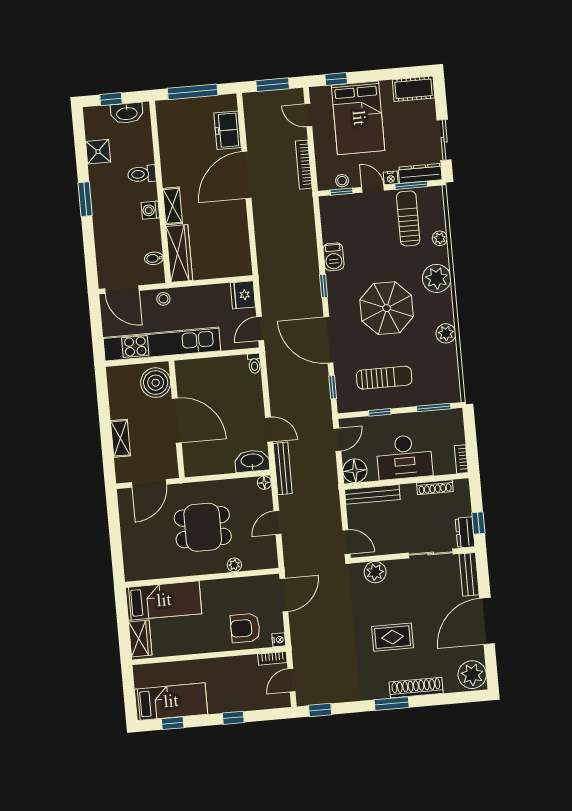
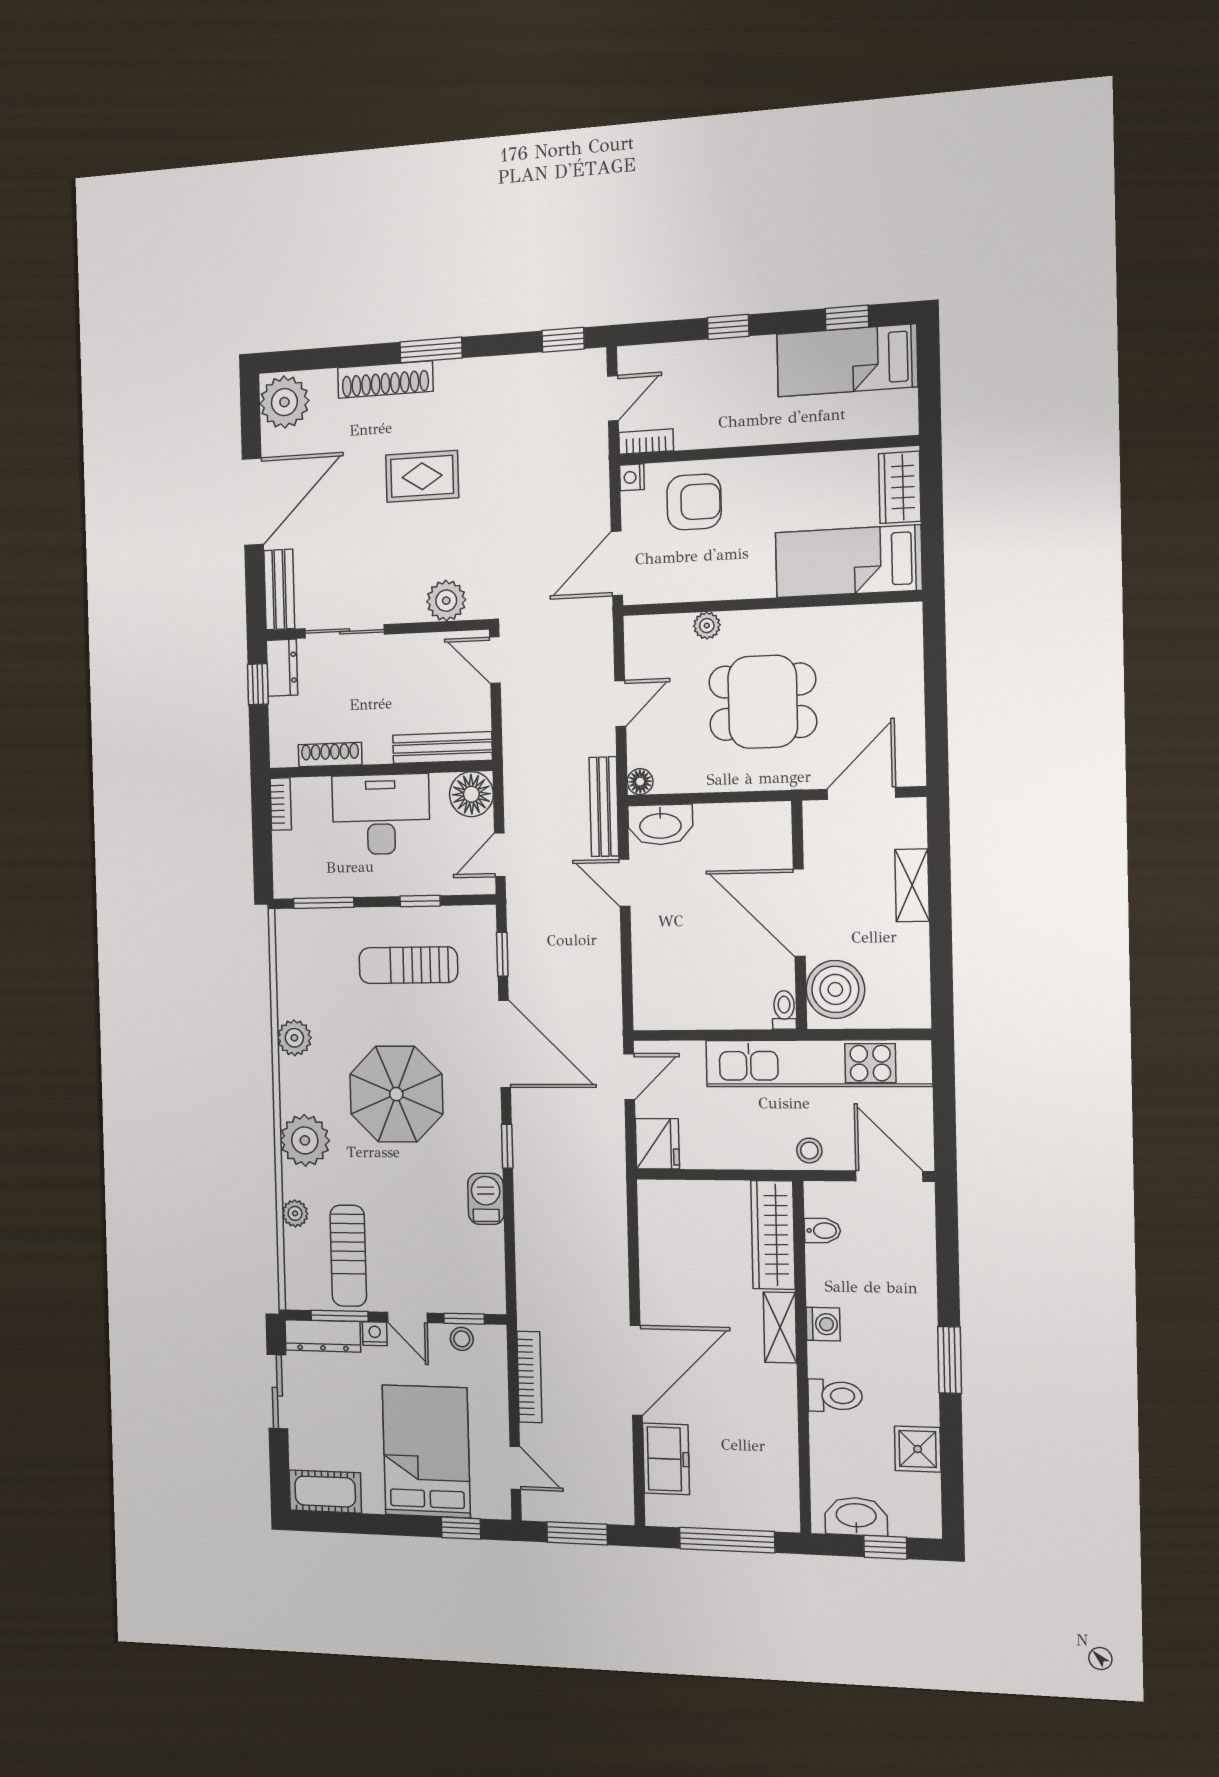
toilet: (254, 363) -> (784, 1010), moved

